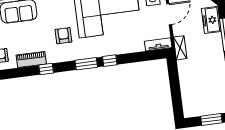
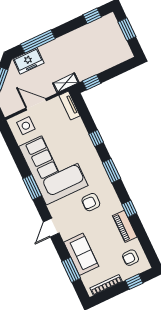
window: (110, 61) -> (96, 138), moved
window: (173, 72) -> (92, 82), added

